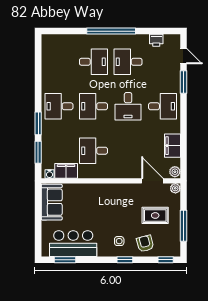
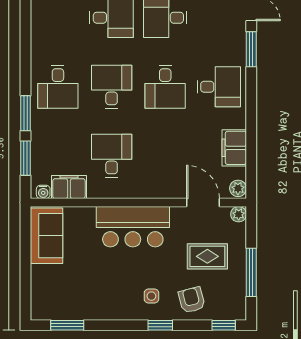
desk: (59, 106) -> (58, 87), turned -90
desk: (93, 106) -> (112, 87), turned 90
desk: (93, 151) -> (112, 156), turned 90
bar counter: (73, 244) -> (133, 227), moved, turned 180

